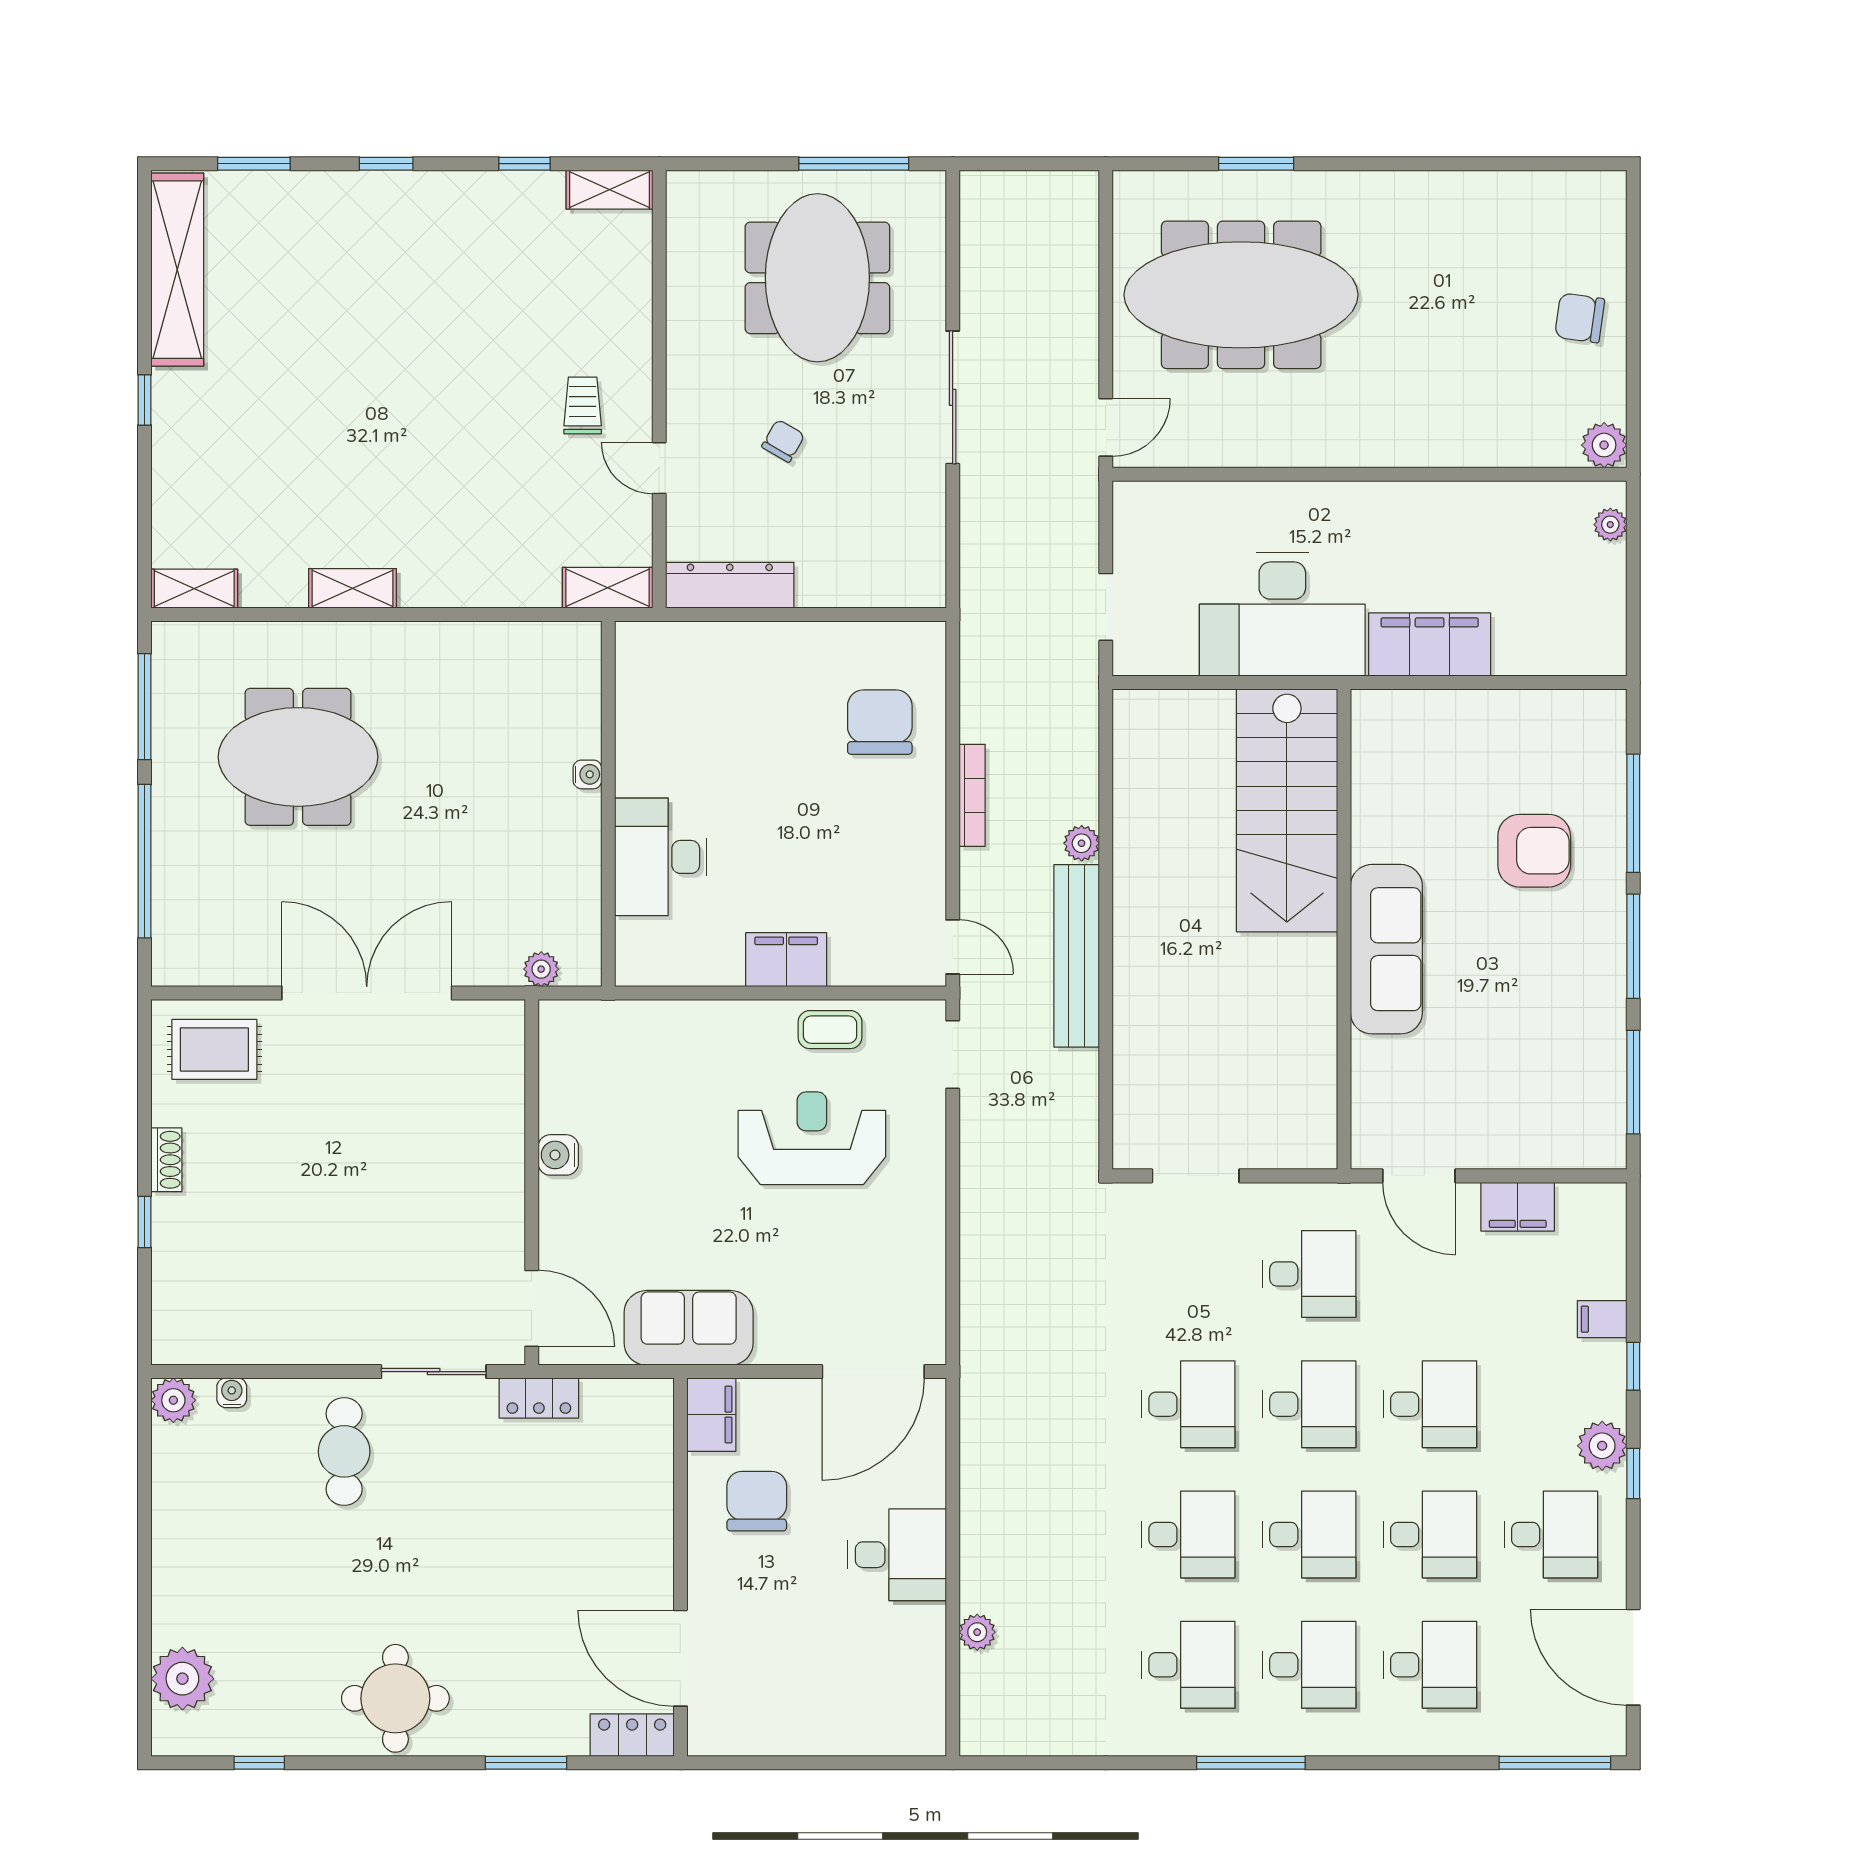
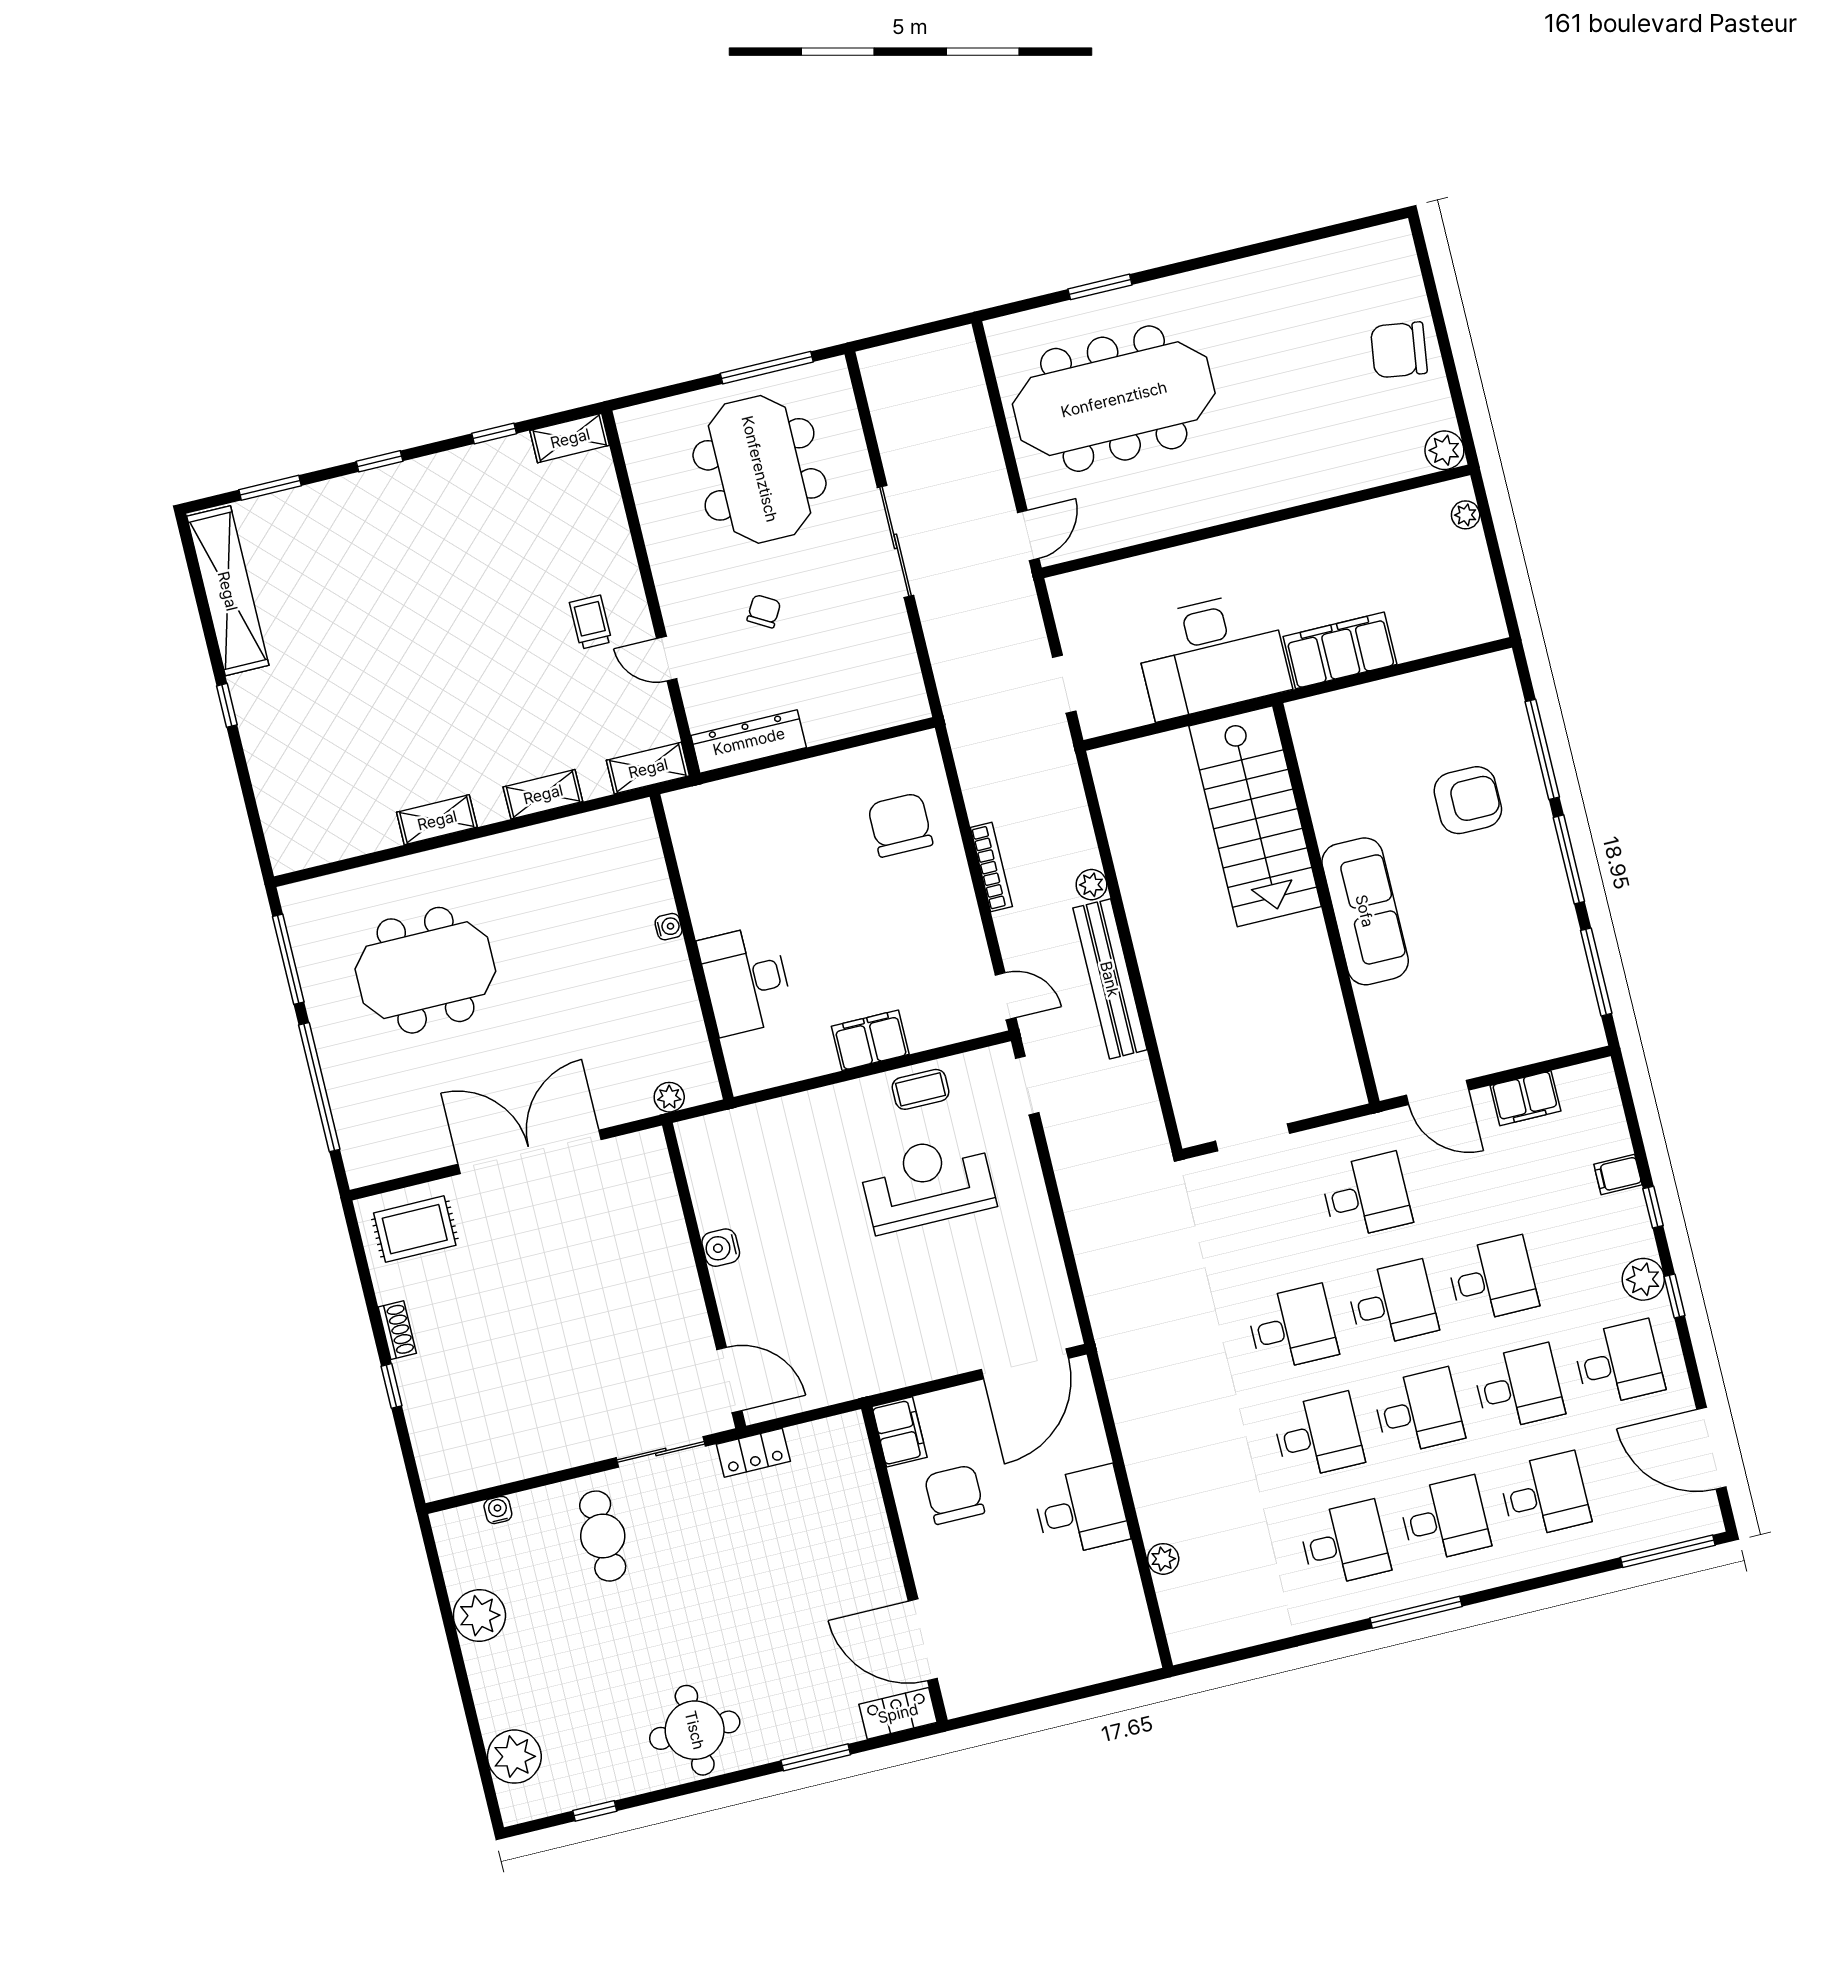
chair: (1580, 318) -> (1399, 350), width x1.37, depth x1.37
shelving: (194, 589) -> (543, 794), moved
sofa: (689, 1328) -> (863, 1365), removed
plant: (173, 1400) -> (479, 1616), moved, width x1.36, depth x1.36

